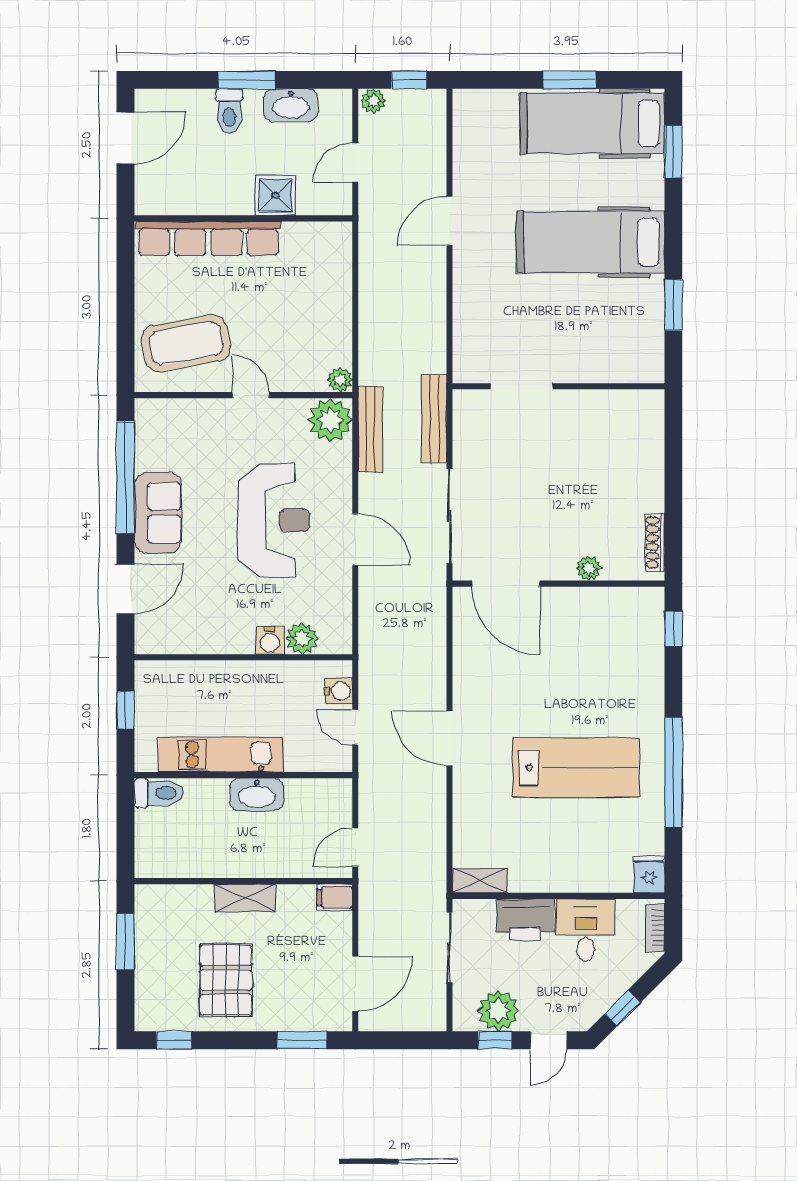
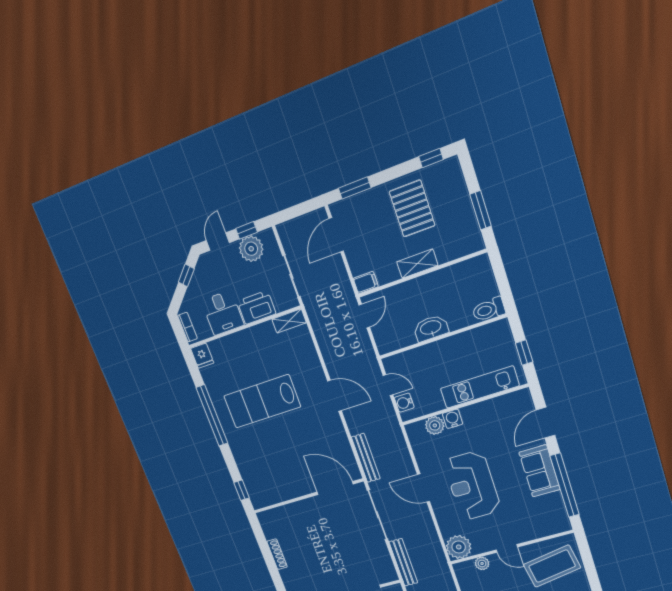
plant: (340, 380) -> (482, 563), moved
bench: (370, 429) -> (366, 458), moved
shoe rack: (655, 542) -> (277, 554), moved
plant: (589, 568) -> (296, 508), removed
kitchen unit: (221, 755) -> (480, 387), moved, turned 180

